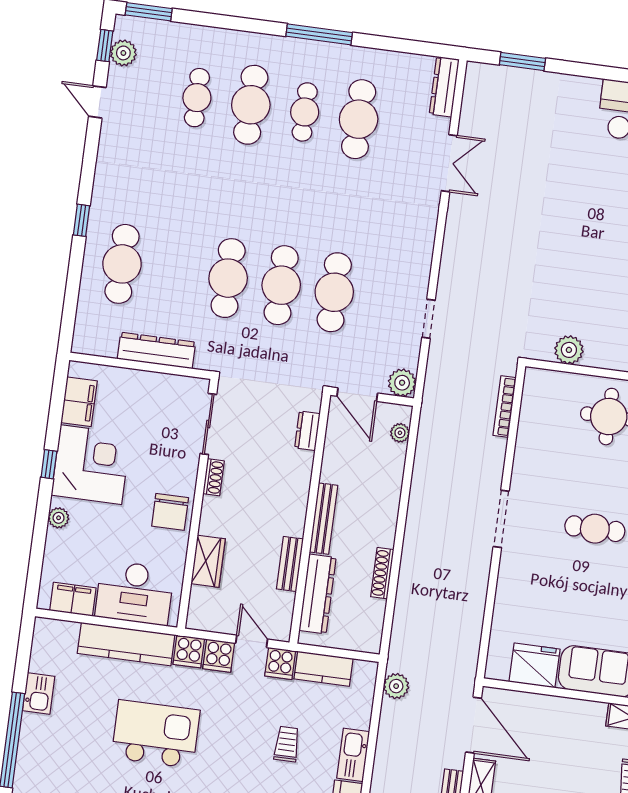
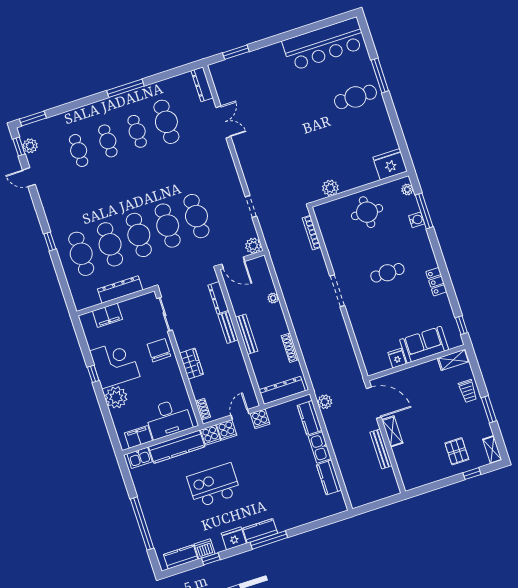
cafe table: (251, 105) -> (108, 141), width x0.73, depth x0.74
cafe table: (175, 271) -> (110, 244), added
filing cabinet: (79, 402) -> (107, 315), moved, turned 90
dresser: (307, 431) -> (218, 298), width x1.44
plant: (400, 433) -> (273, 298), moved
shoe rack: (214, 477) -> (203, 409), moved
chair: (170, 512) -> (159, 350), moved, turned 180
plant: (59, 518) -> (116, 397), width x1.88, depth x1.88
wardrobe: (208, 561) -> (191, 364), moved
bench: (290, 564) -> (228, 327), moved
dresser: (318, 594) -> (282, 390), moved, turned -90
door: (252, 641) -> (240, 414), hinge flipped
fridge: (534, 665) -> (397, 358), width x0.53, depth x0.75
kitchen counter: (323, 669) -> (310, 418), moved, turned 90
kitchen sink: (39, 693) -> (140, 458), moved, turned 90
trolley: (287, 744) -> (283, 458), removed

